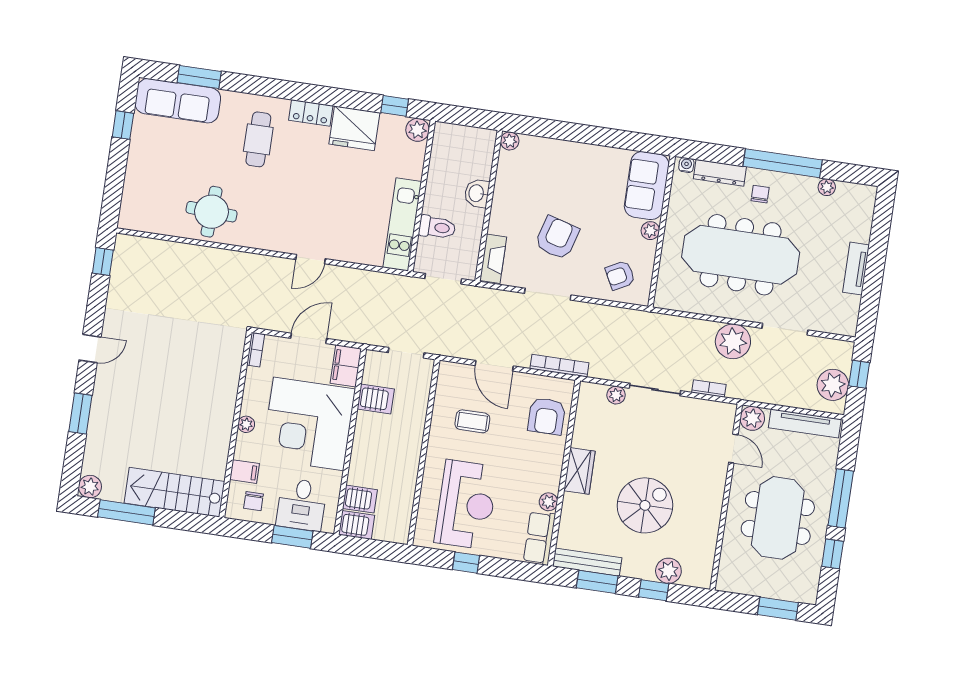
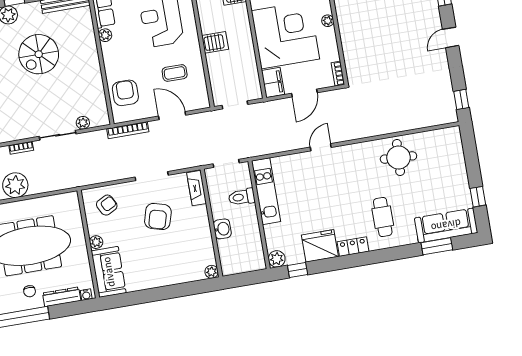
server rack: (376, 399) -> (215, 42), moved, turned 180
wardrobe: (579, 471) -> (91, 63), removed

